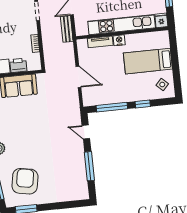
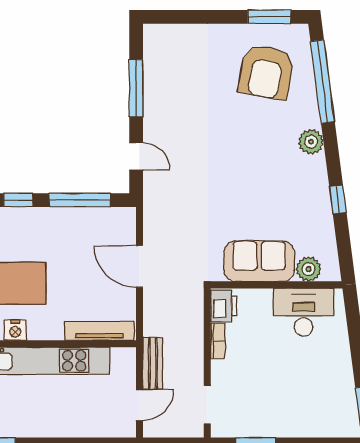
nightstand: (119, 40) -> (15, 330), moved
tv unit: (100, 42) -> (99, 331), width x1.41
printer: (18, 65) -> (224, 306), moved, turned -90

